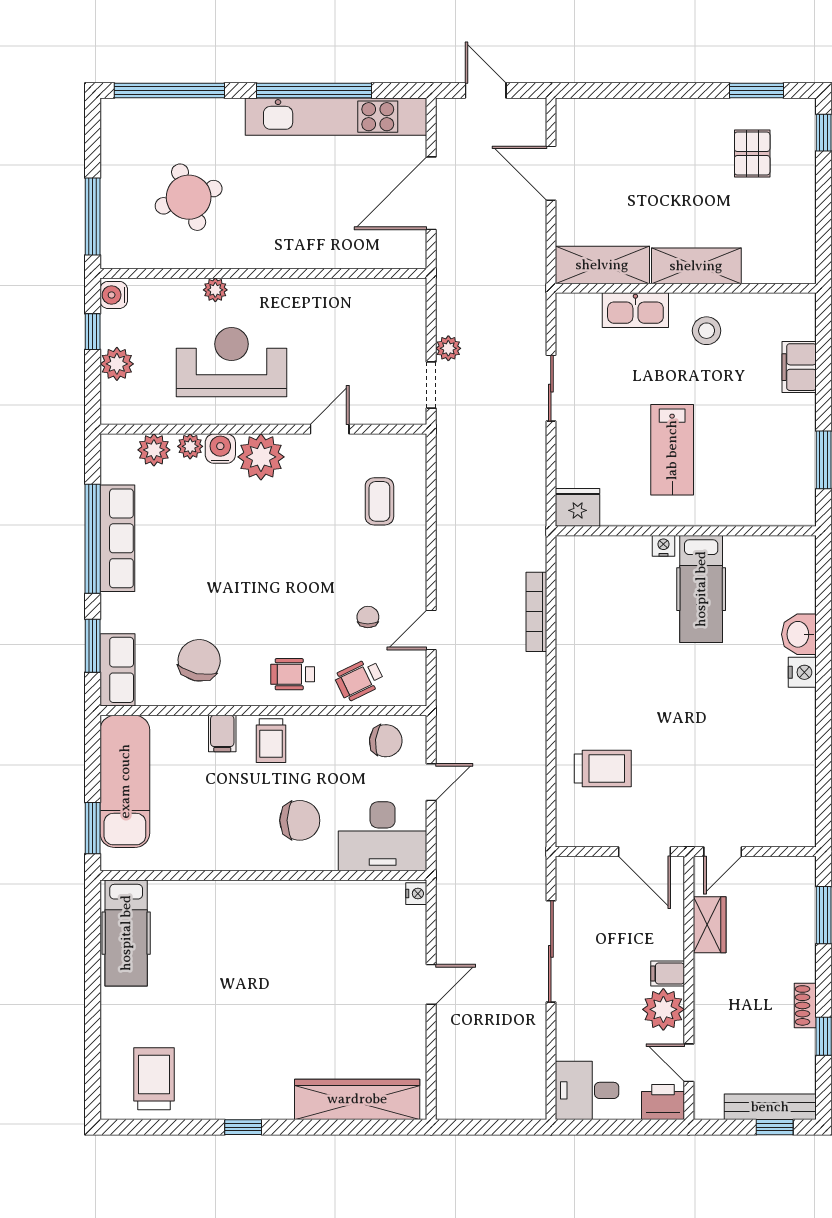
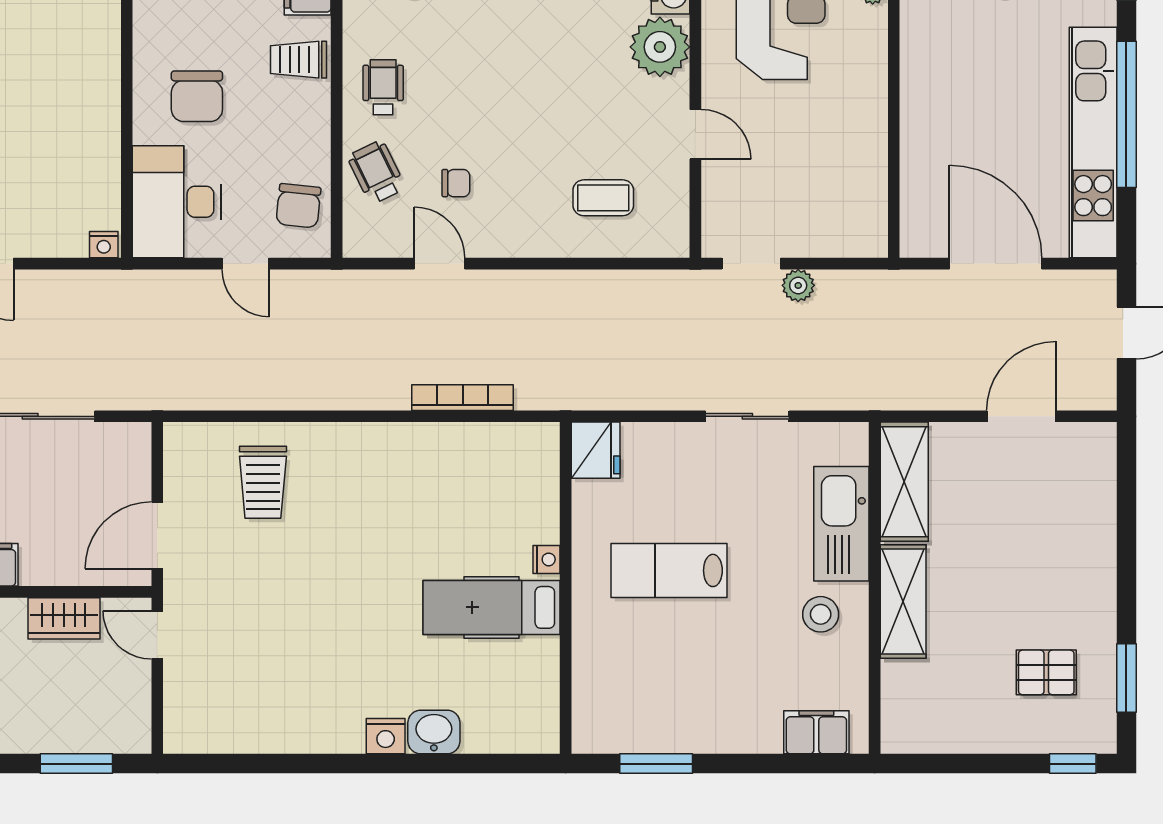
kitchen sink: (635, 310) -> (841, 524), width x1.36, depth x1.24
filing cabinet: (799, 367) -> (816, 732), moved

